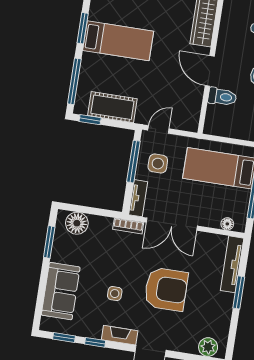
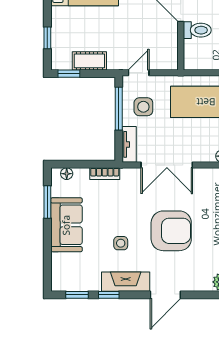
window: (74, 81) -> (47, 38), width x0.46
cot: (112, 107) -> (89, 61), width x0.73, depth x0.75
floor lamp: (77, 223) -> (67, 174), width x0.53, depth x0.53
bookcase: (128, 226) -> (105, 174), moved
sofa: (61, 291) -> (66, 225), moved
fireplace: (120, 335) -> (126, 282), width x1.37, depth x1.32

